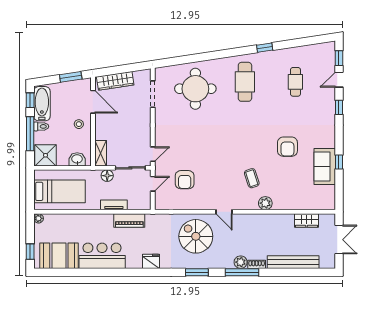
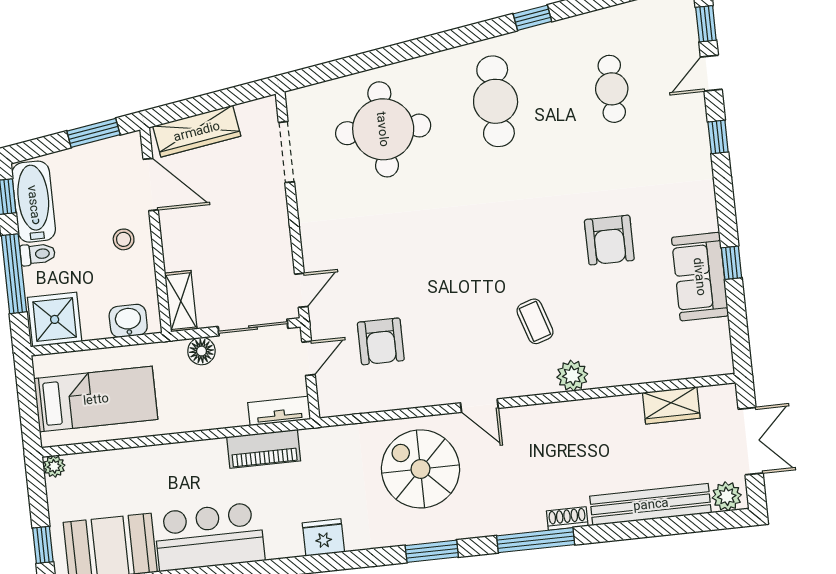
tv unit: (114, 205) -> (279, 411), moved
plant: (241, 262) -> (727, 496), moved

